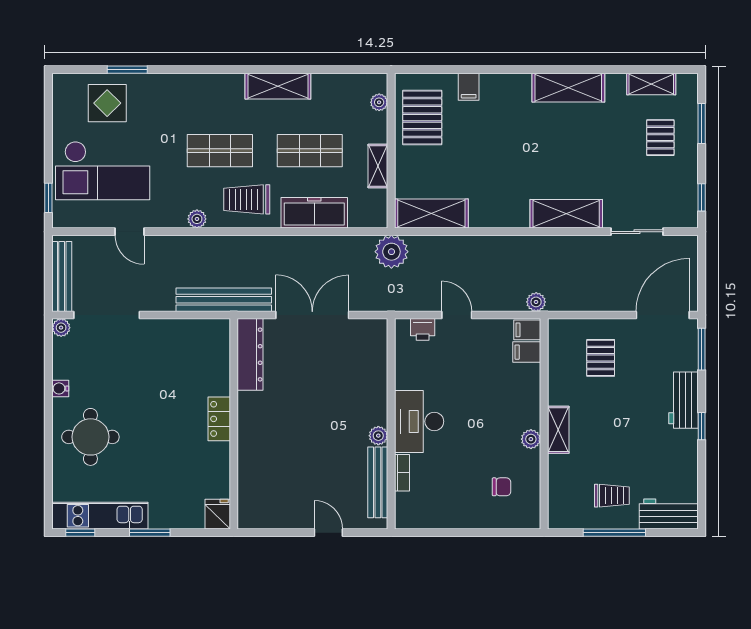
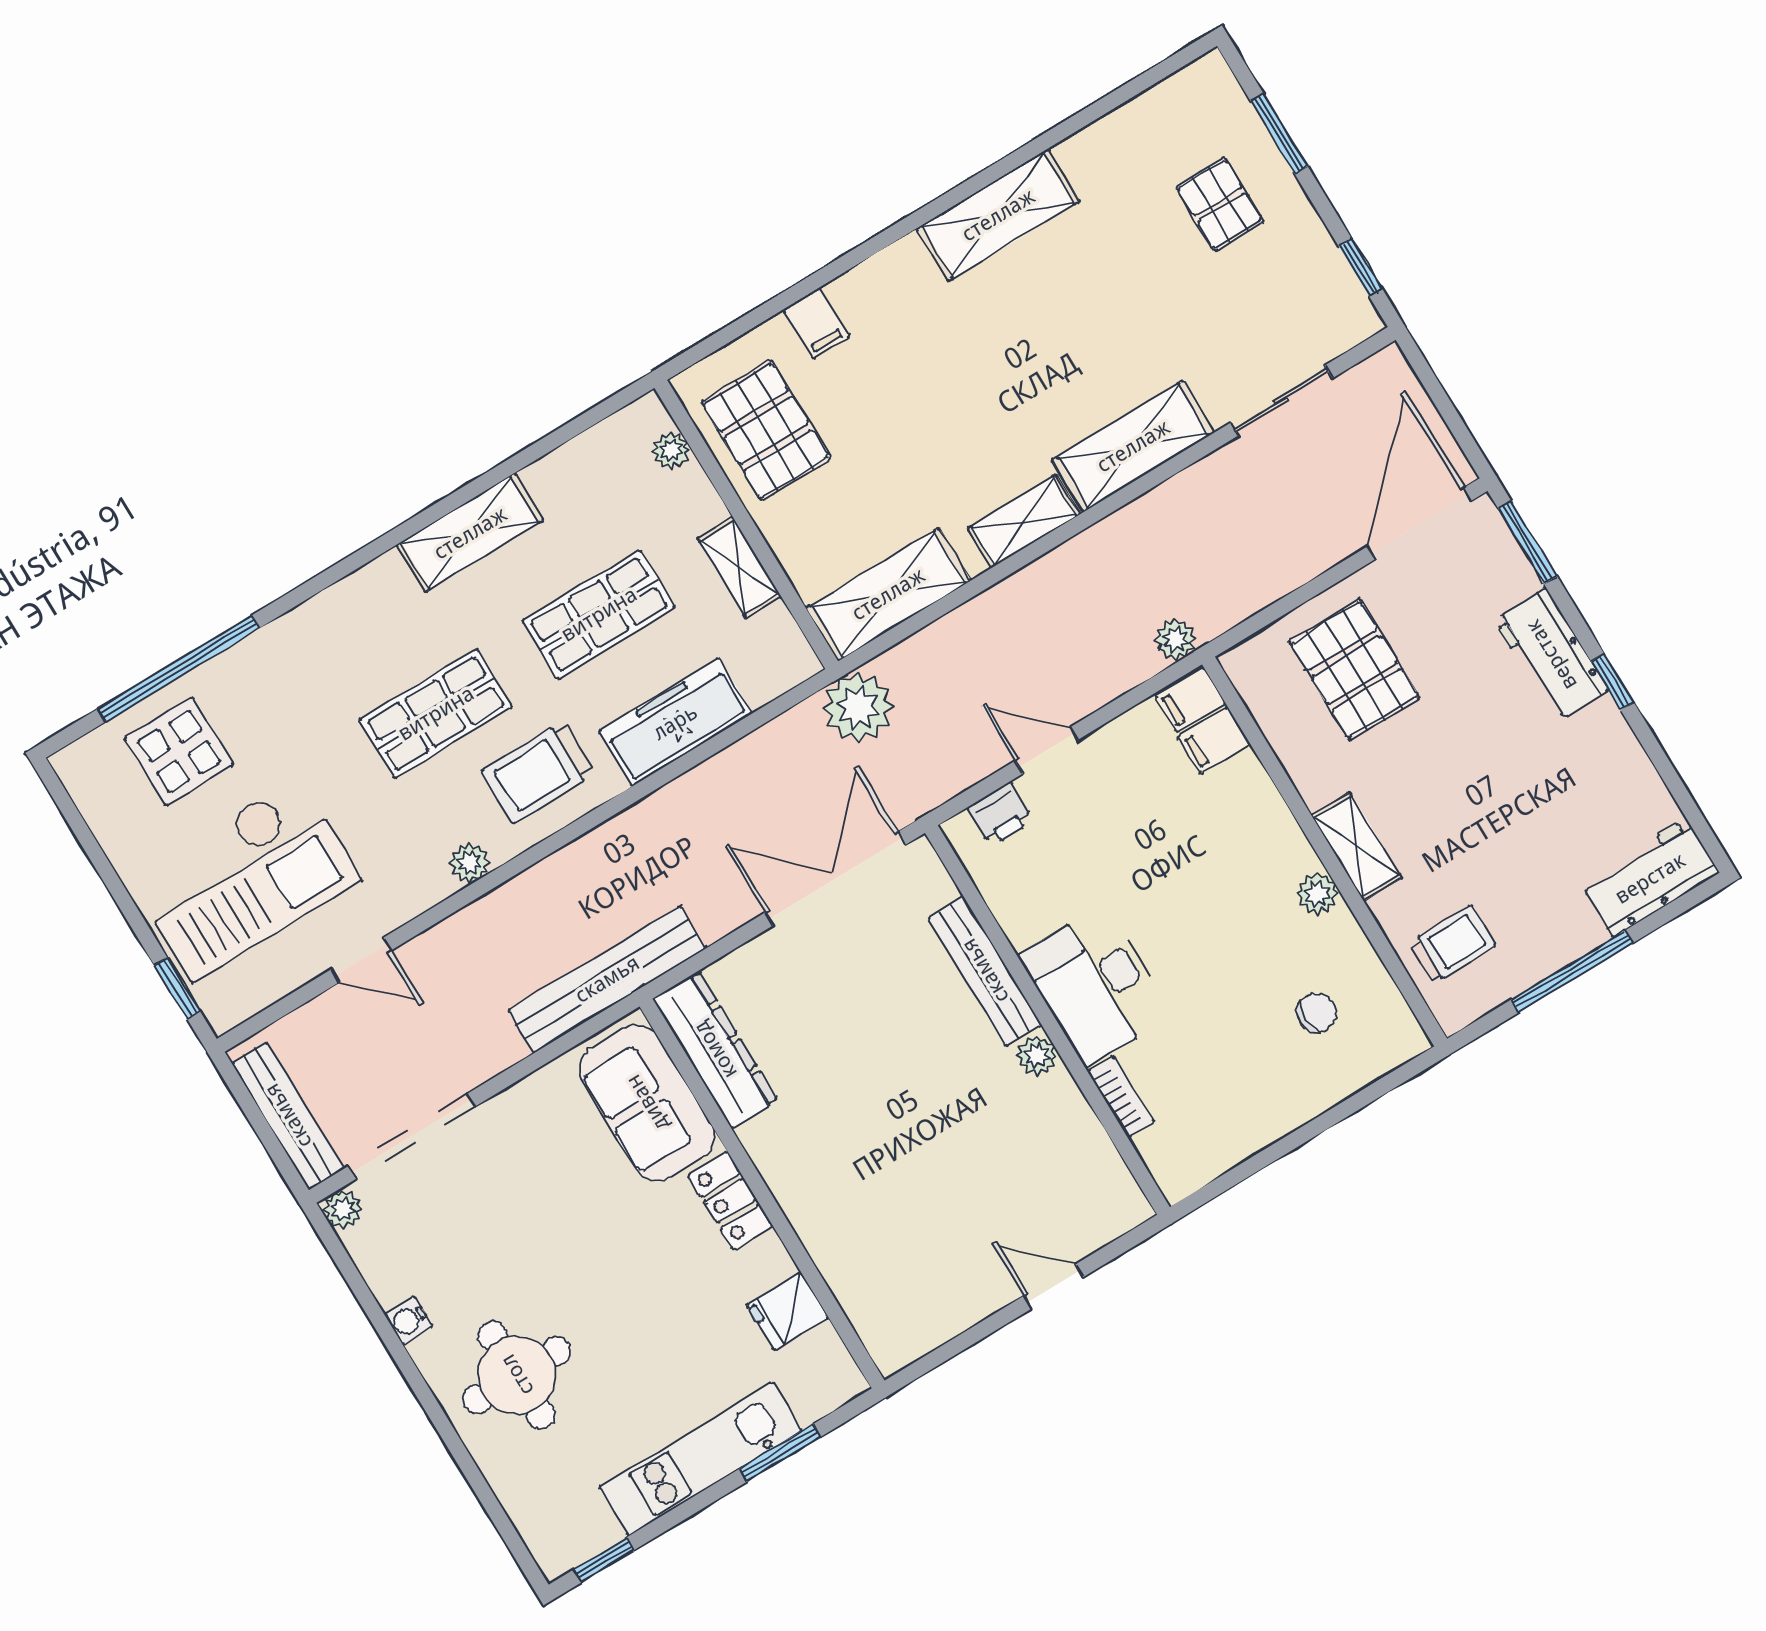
window: (127, 70) -> (178, 669), width x2.11
shelving: (651, 84) -> (1024, 521), moved
double door: (312, 315) -> (836, 879), moved
pallet: (601, 358) -> (1354, 670), width x1.50, depth x1.42
sofa: (210, 359) -> (647, 1103), added
bench: (378, 482) -> (985, 971), moved
trolley: (612, 496) -> (1453, 944), moved
fridge: (218, 514) -> (788, 1311), moved, turned -90
kitchen unit: (100, 516) -> (700, 1459), moved
window: (150, 533) -> (780, 1453), moved

